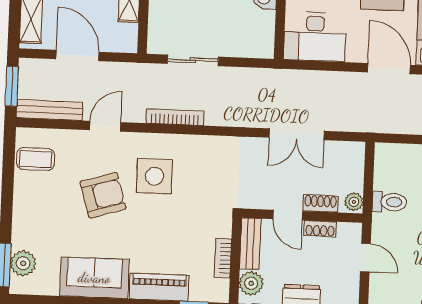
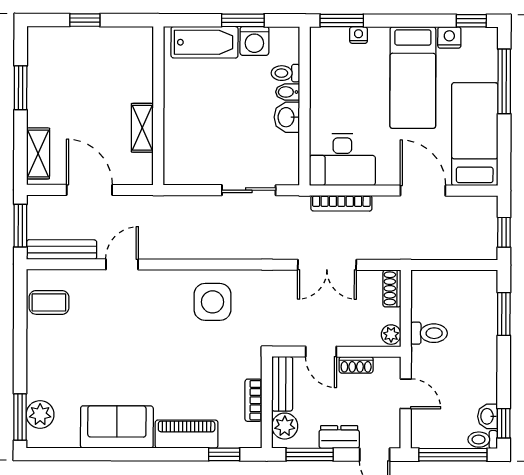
sliding door: (193, 60) -> (249, 190), moved
bookcase: (175, 117) -> (341, 203), moved, turned 180
side table: (154, 176) -> (213, 302), moved
armchair: (103, 195) -> (123, 338), removed
shoe rack: (321, 203) -> (392, 288), moved, turned -90

